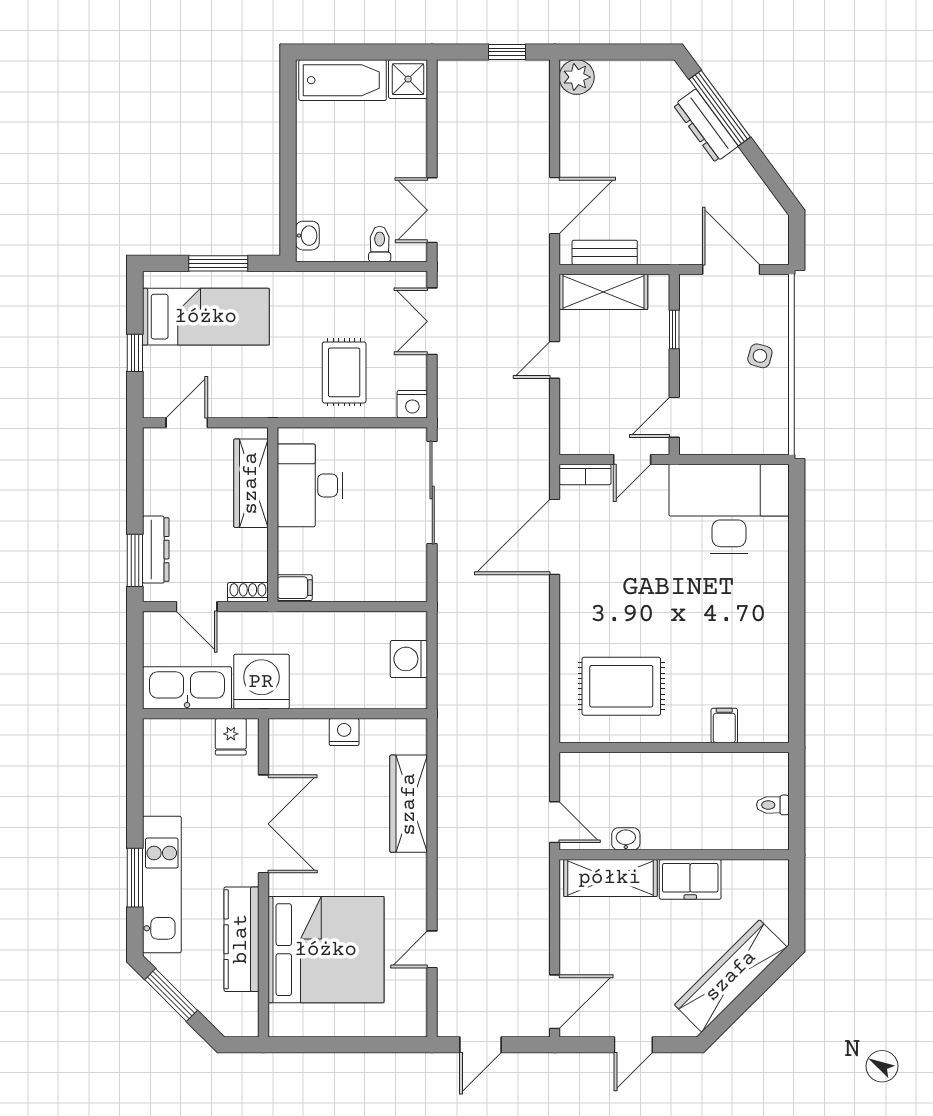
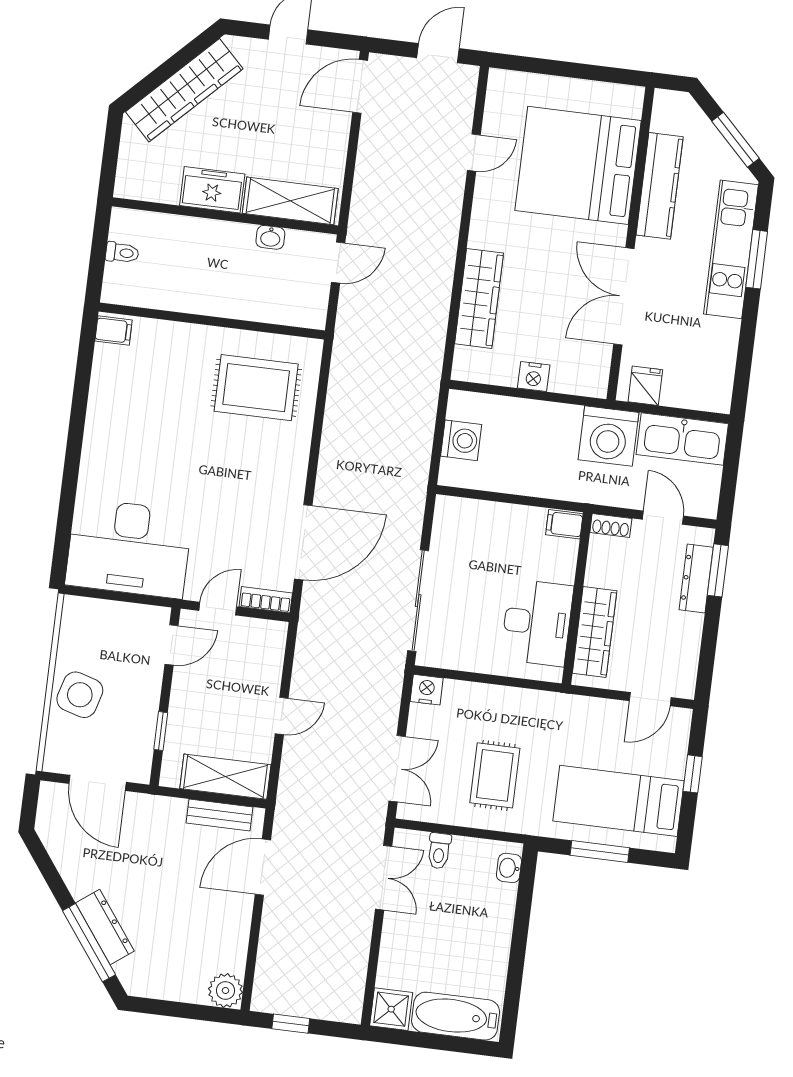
side table: (760, 356) -> (80, 695), width x1.87, depth x1.87
rug: (344, 372) -> (495, 775), moved
filing cabinet: (724, 726) -> (114, 331), moved, turned -90
door: (555, 822) -> (338, 263), swing flipped

